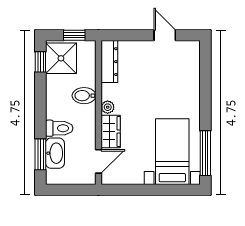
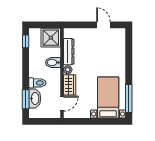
window: (74, 35) -> (47, 25), removed
shower: (61, 58) -> (51, 38), moved
dresser: (109, 62) -> (69, 52), moved

